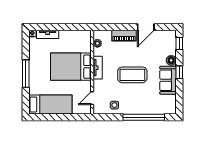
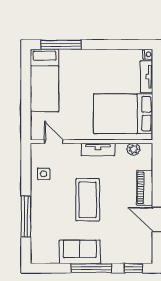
floor lamp: (171, 60) -> (109, 257), removed
bed: (71, 67) -> (123, 114), moved, turned -90
window: (179, 72) -> (91, 268), width x2.17
window: (26, 74) -> (61, 45), moved
window: (144, 117) -> (26, 217), width x0.68

